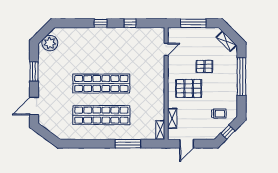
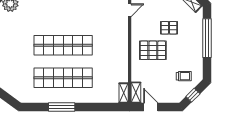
shelving: (172, 118) -> (136, 93), moved
window: (128, 144) -> (62, 107), moved
door: (187, 144) -> (151, 107), swing flipped

